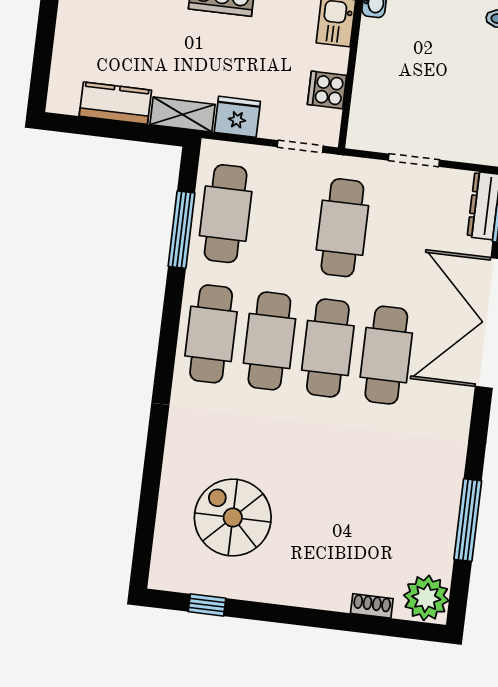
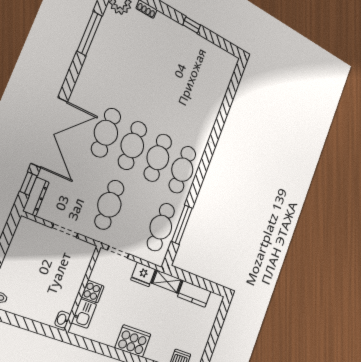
cooker: (327, 90) -> (93, 292), moved
spiral stairs: (233, 517) -> (196, 77), removed
window: (207, 605) -> (192, 25), moved

